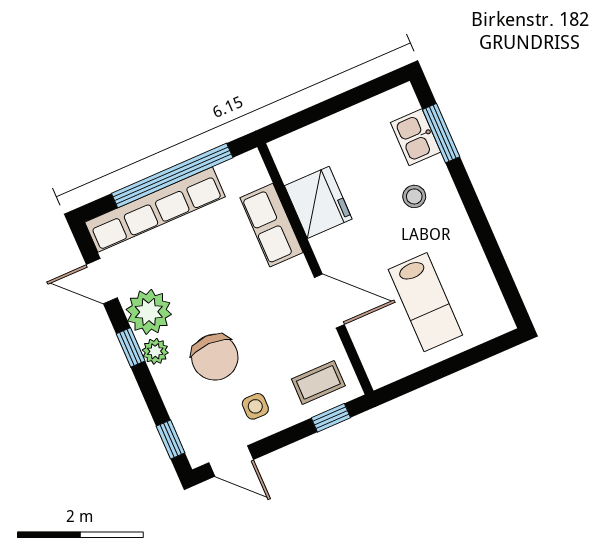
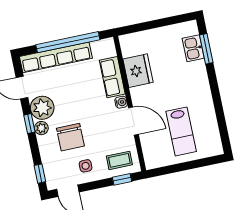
stool: (414, 196) -> (186, 78), removed
water cooler: (298, 270) -> (121, 102), added

